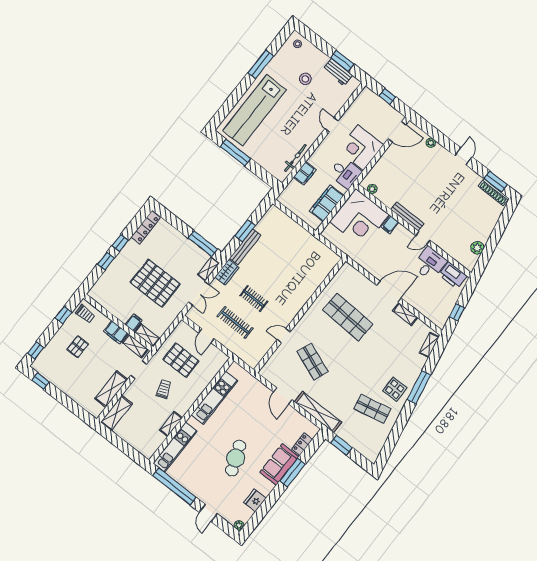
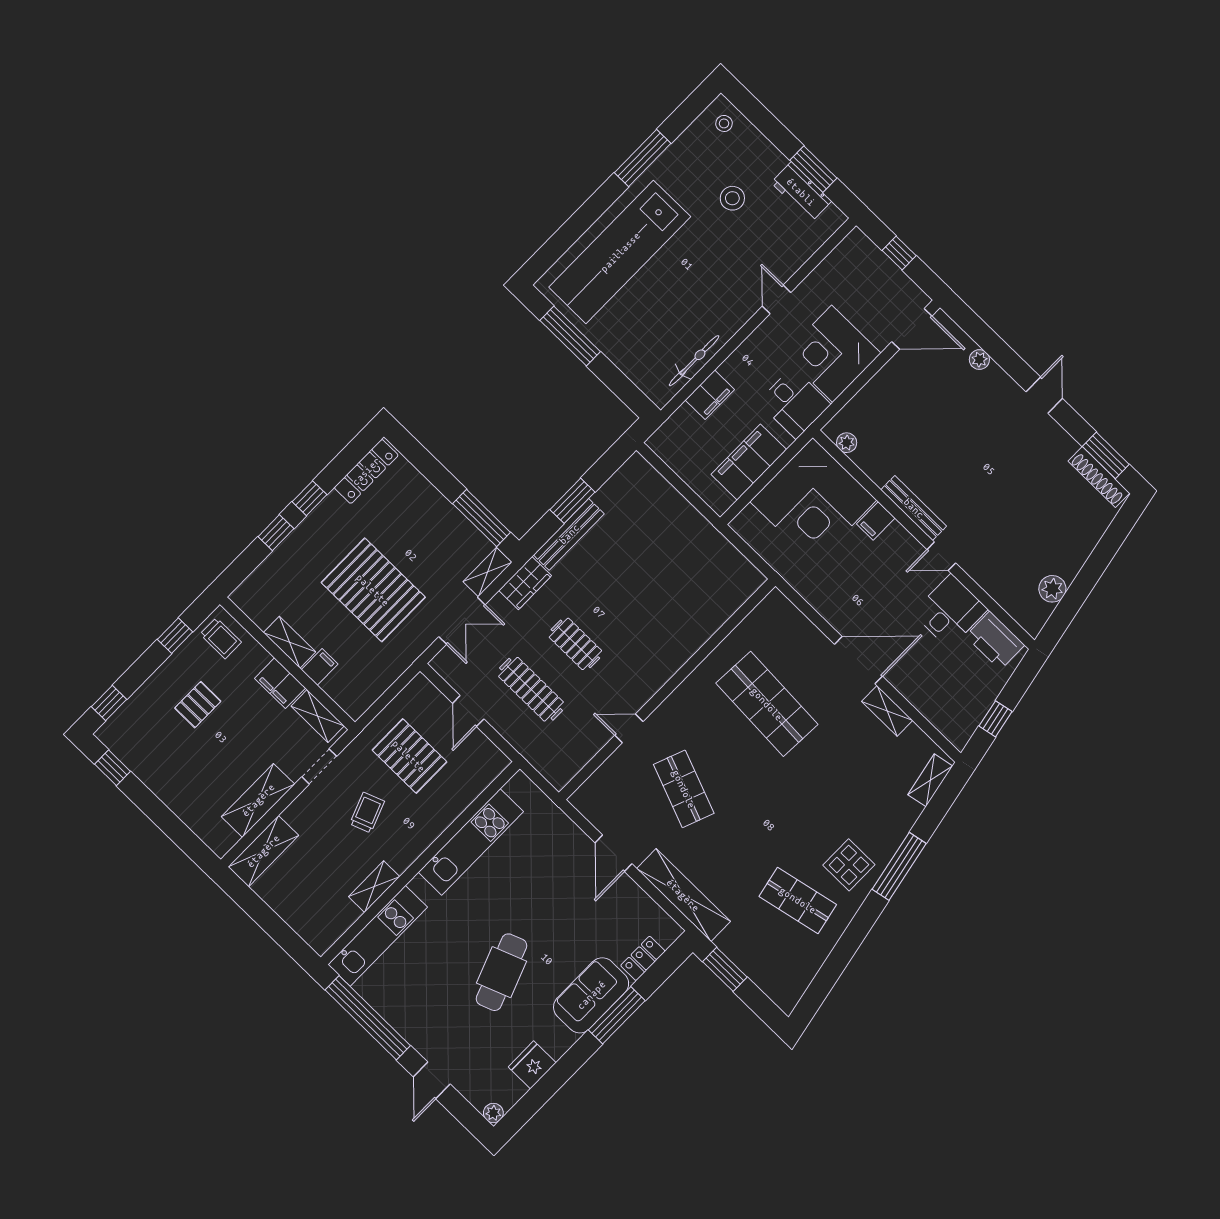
shelving: (147, 335) -> (290, 642), moved

